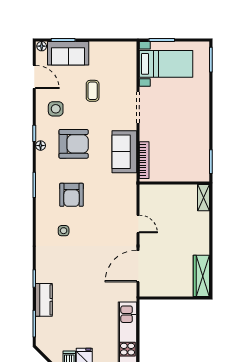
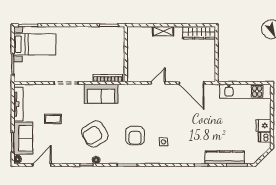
tv unit: (111, 47) -> (18, 104), added
bed with nightstands: (166, 64) -> (35, 44), moved, turned 90
side table: (56, 109) -> (67, 148), removed
armchair: (74, 144) -> (95, 134), turned -121
armchair: (71, 195) -> (135, 136), turned 90
shelving: (204, 198) -> (163, 31), moved
kitchen counter: (44, 300) -> (225, 157), width x1.50

